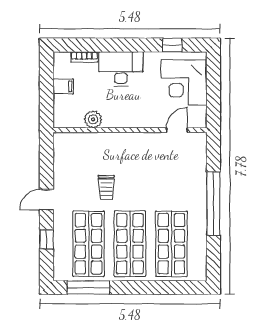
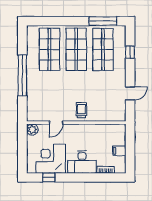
corner desk: (184, 82) -> (51, 159), moved, turned -90
plant: (93, 119) -> (32, 130), moved
door: (177, 130) -> (56, 123), moved
trolley: (106, 187) -> (81, 110), moved
door: (46, 200) -> (130, 93), moved

